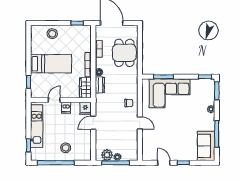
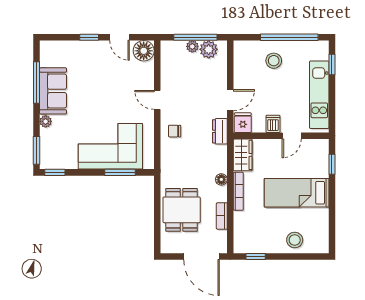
dresser: (100, 85) -> (220, 131), moved
sofa: (206, 146) -> (53, 91), moved
floor lamp: (148, 154) -> (144, 51), added

